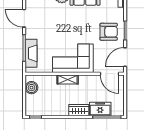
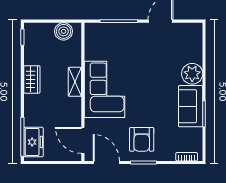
fireplace: (31, 53) -> (111, 31), removed
door: (109, 74) -> (83, 140), hinge flipped
freezer: (100, 109) -> (33, 142), moved
wardrobe: (79, 110) -> (32, 79), moved

